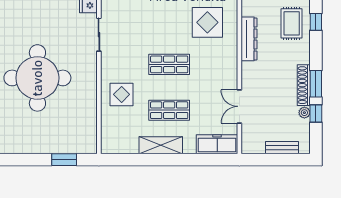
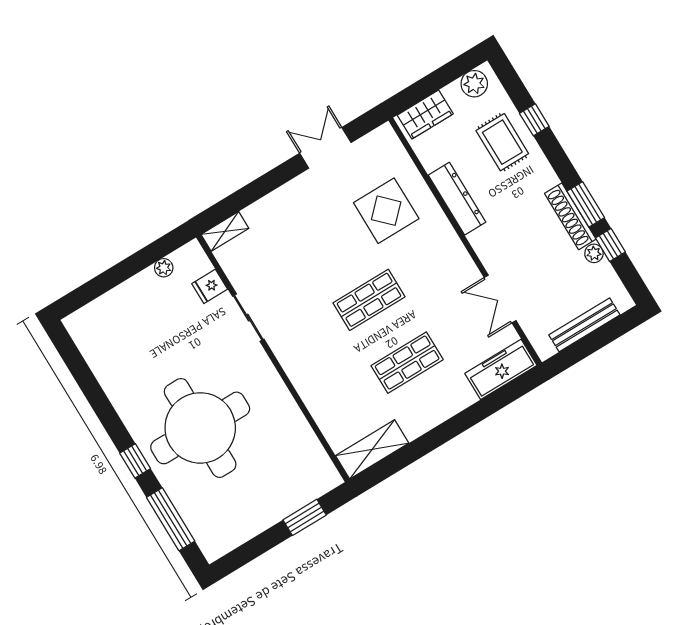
display table: (122, 94) -> (329, 381), removed
shelving: (161, 145) -> (372, 449), moved
bench: (282, 148) -> (584, 325), width x1.36

